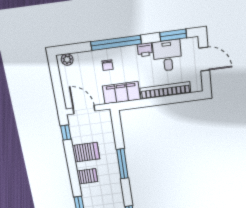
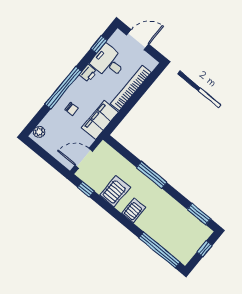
window: (173, 35) -> (99, 44), width x0.67

